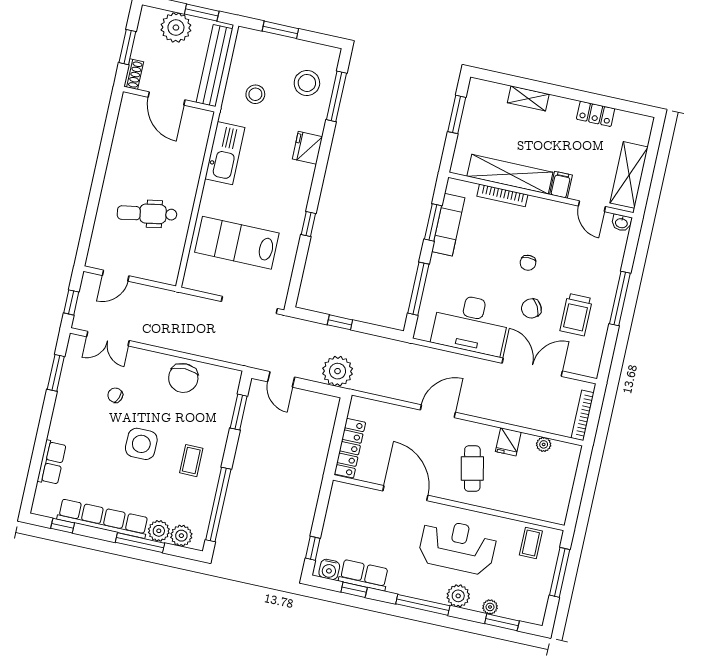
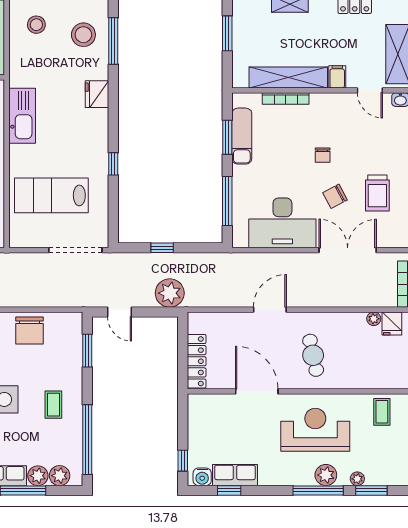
stool: (255, 94) -> (36, 25), moved
fridge: (508, 442) -> (392, 323), moved
window: (423, 605) -> (318, 490), moved

